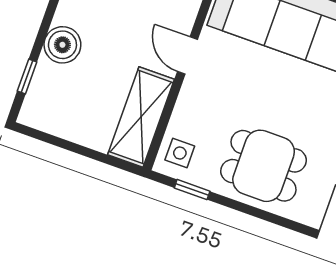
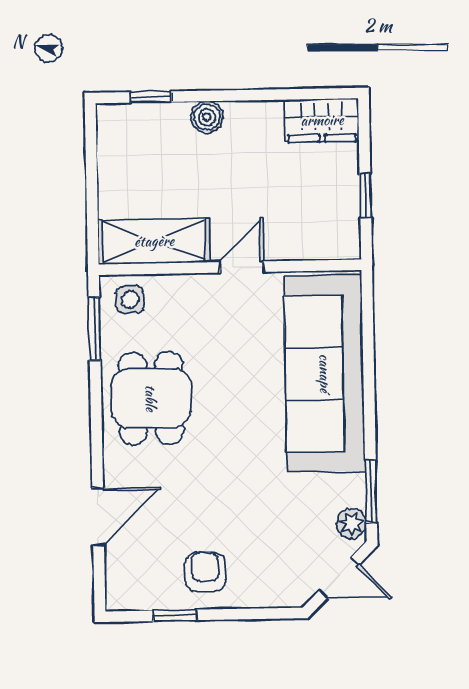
boiler: (62, 45) -> (207, 117), width x0.73, depth x0.73
window: (192, 190) -> (95, 329), width x1.50

